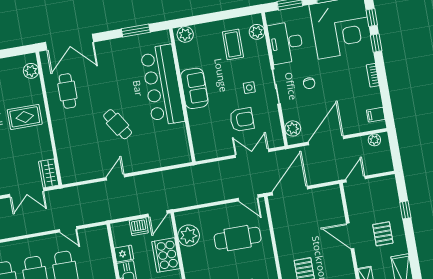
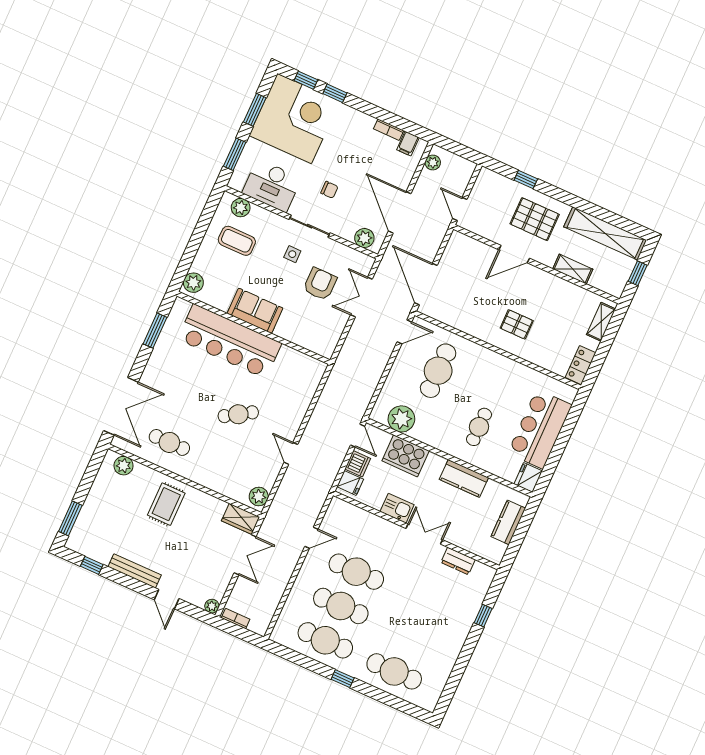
bookcase: (373, 75) -> (389, 130), moved
plant: (72, 175) -> (259, 496), added
pallet: (383, 234) -> (535, 219), width x1.50, depth x1.42
fridge: (124, 254) -> (350, 483), moved, turned 90

